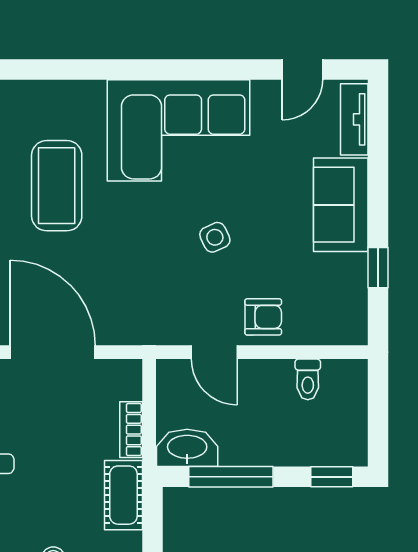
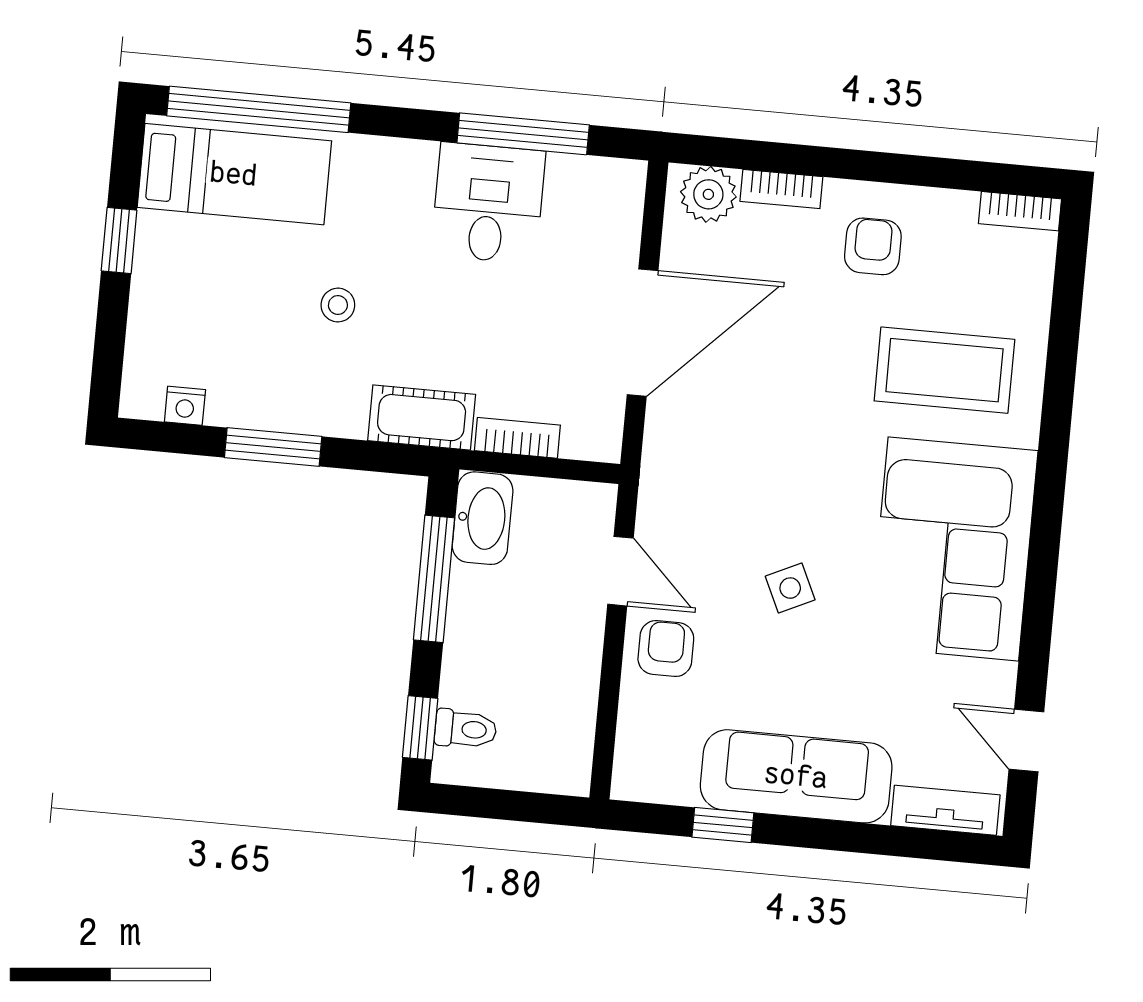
coffee table: (57, 186) -> (944, 370), moved
sofa: (341, 205) -> (796, 776), width x1.36
armchair: (263, 317) -> (666, 649), turned 180
door: (214, 352) -> (620, 571), swing flipped
toilet: (308, 379) -> (466, 729), moved, turned 180

